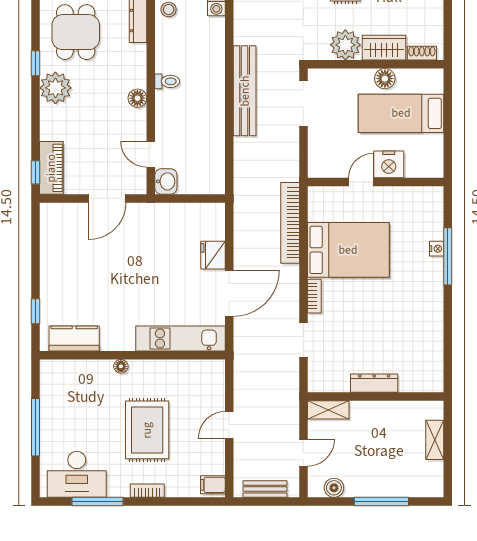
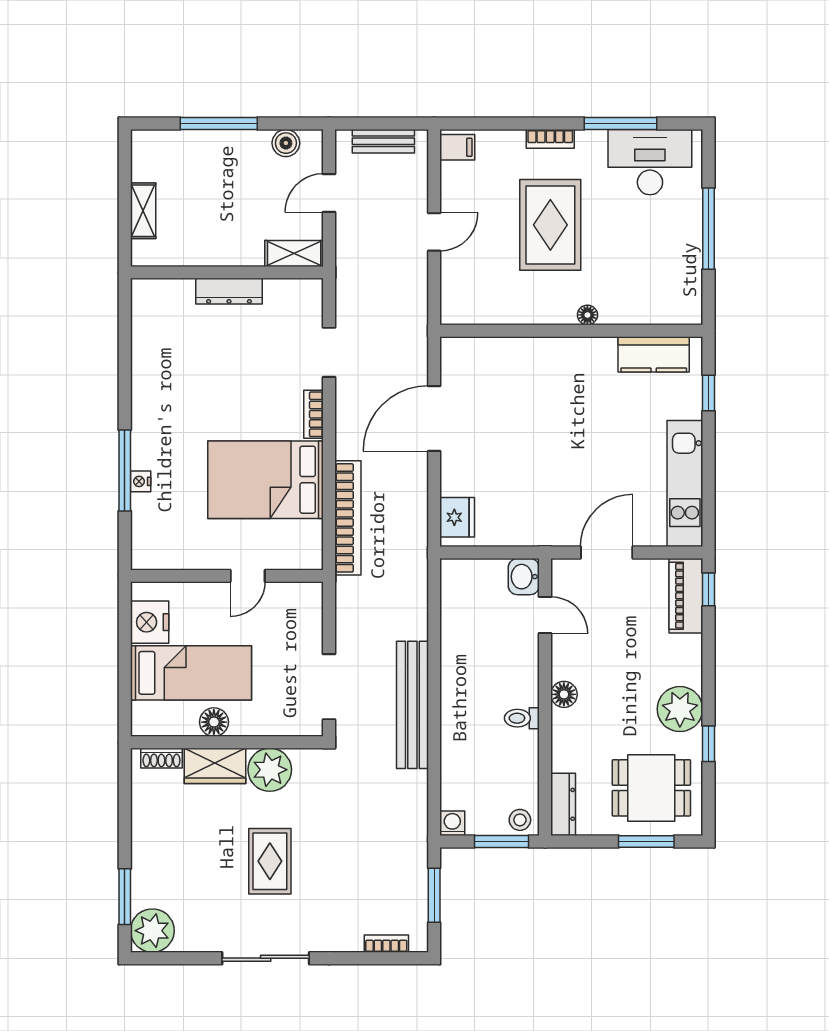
dining table: (76, 32) -> (651, 788), turned 90
nightstand: (389, 164) -> (150, 622), moved, turned -90
fridge: (213, 255) -> (457, 517), moved
kitchen unit: (180, 338) -> (685, 484), moved, turned 90

